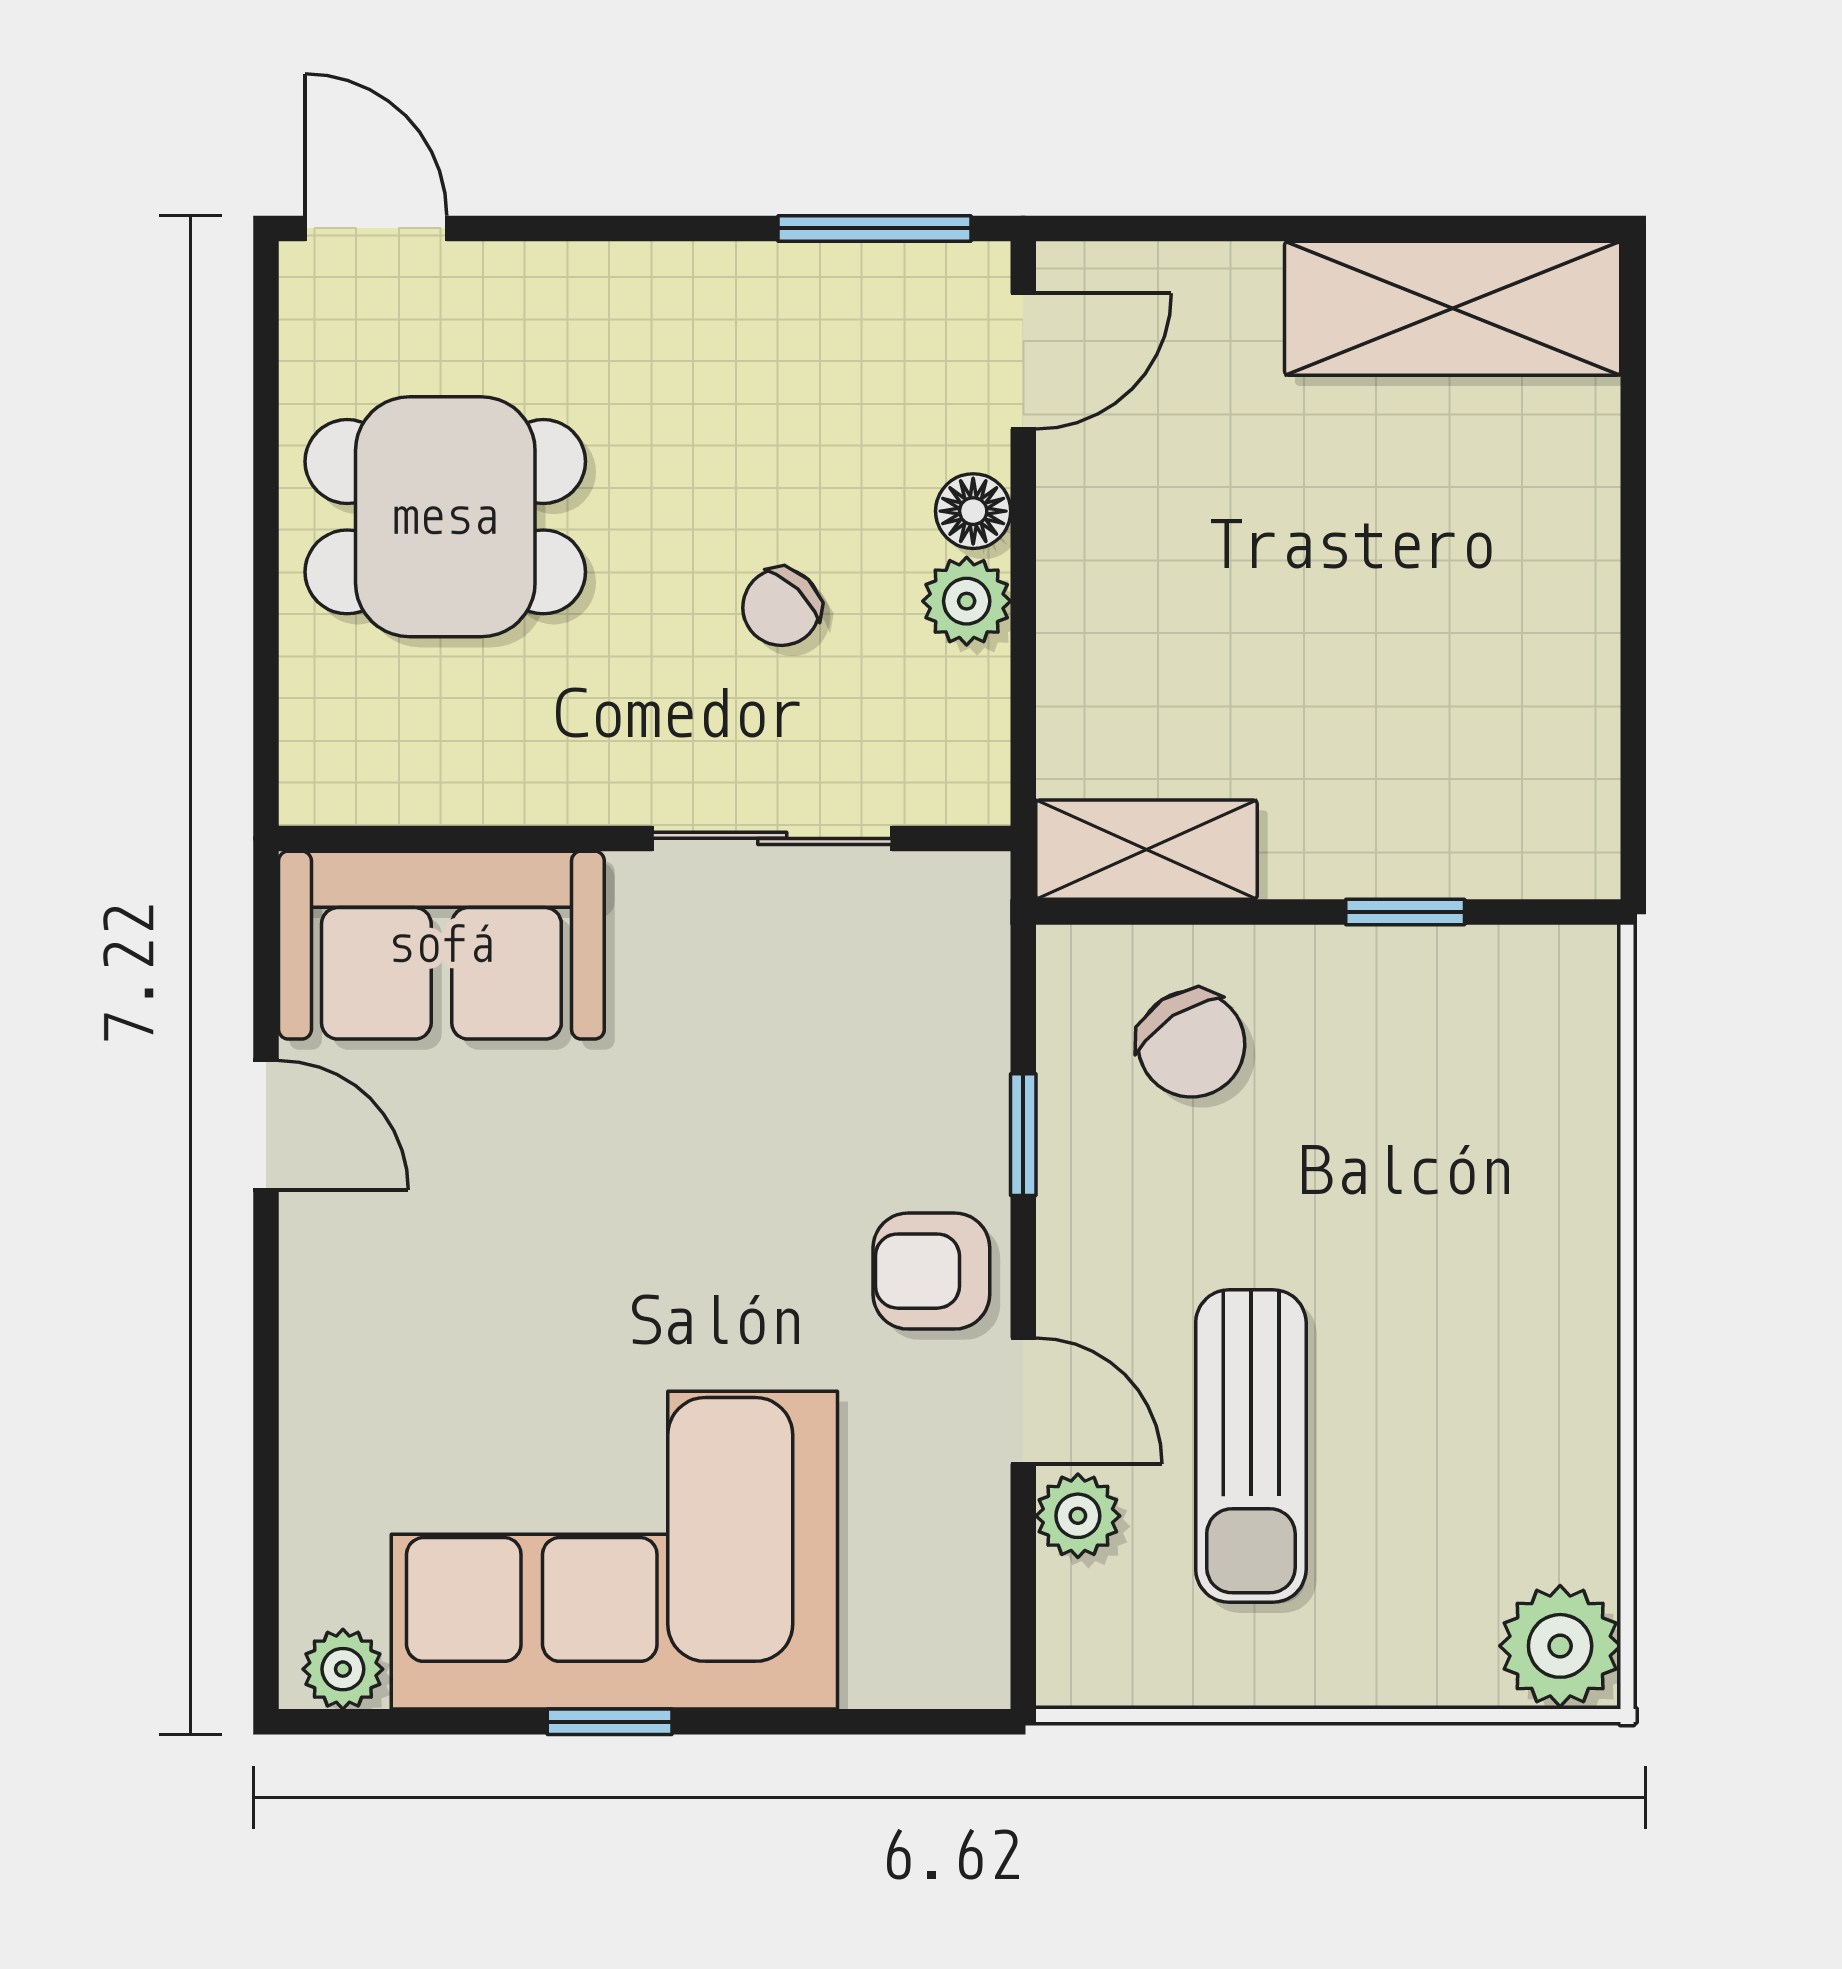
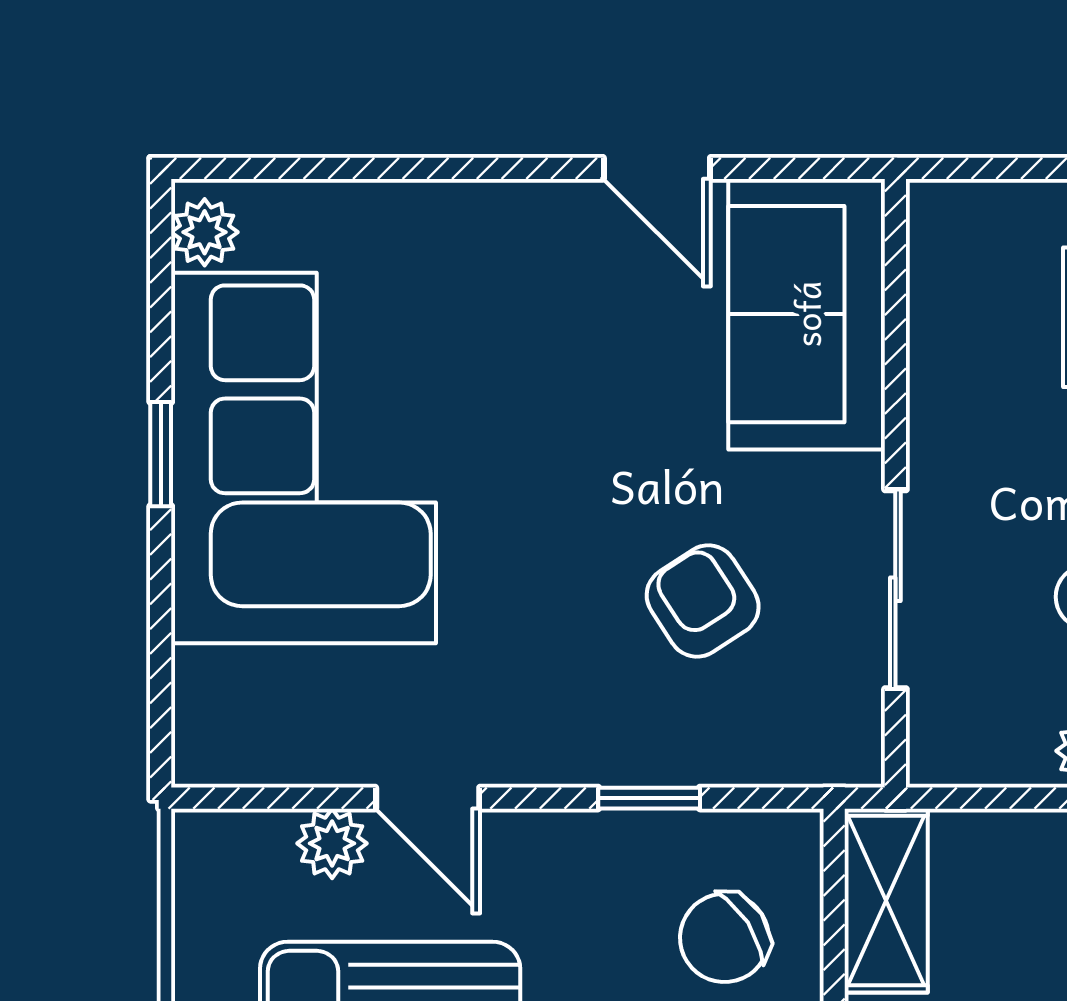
door: (266, 1125) -> (657, 168), hinge flipped
armchair: (931, 1271) -> (703, 601), moved, turned -33
door: (1023, 1401) -> (428, 798), hinge flipped

